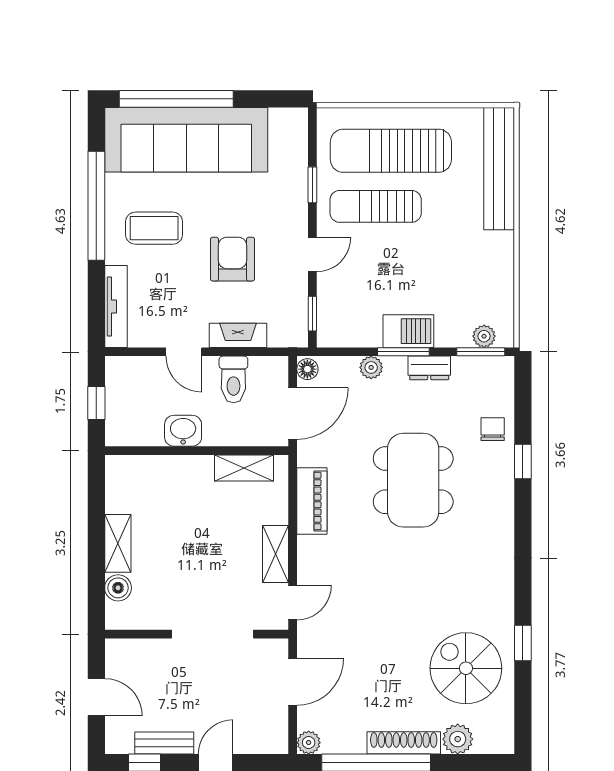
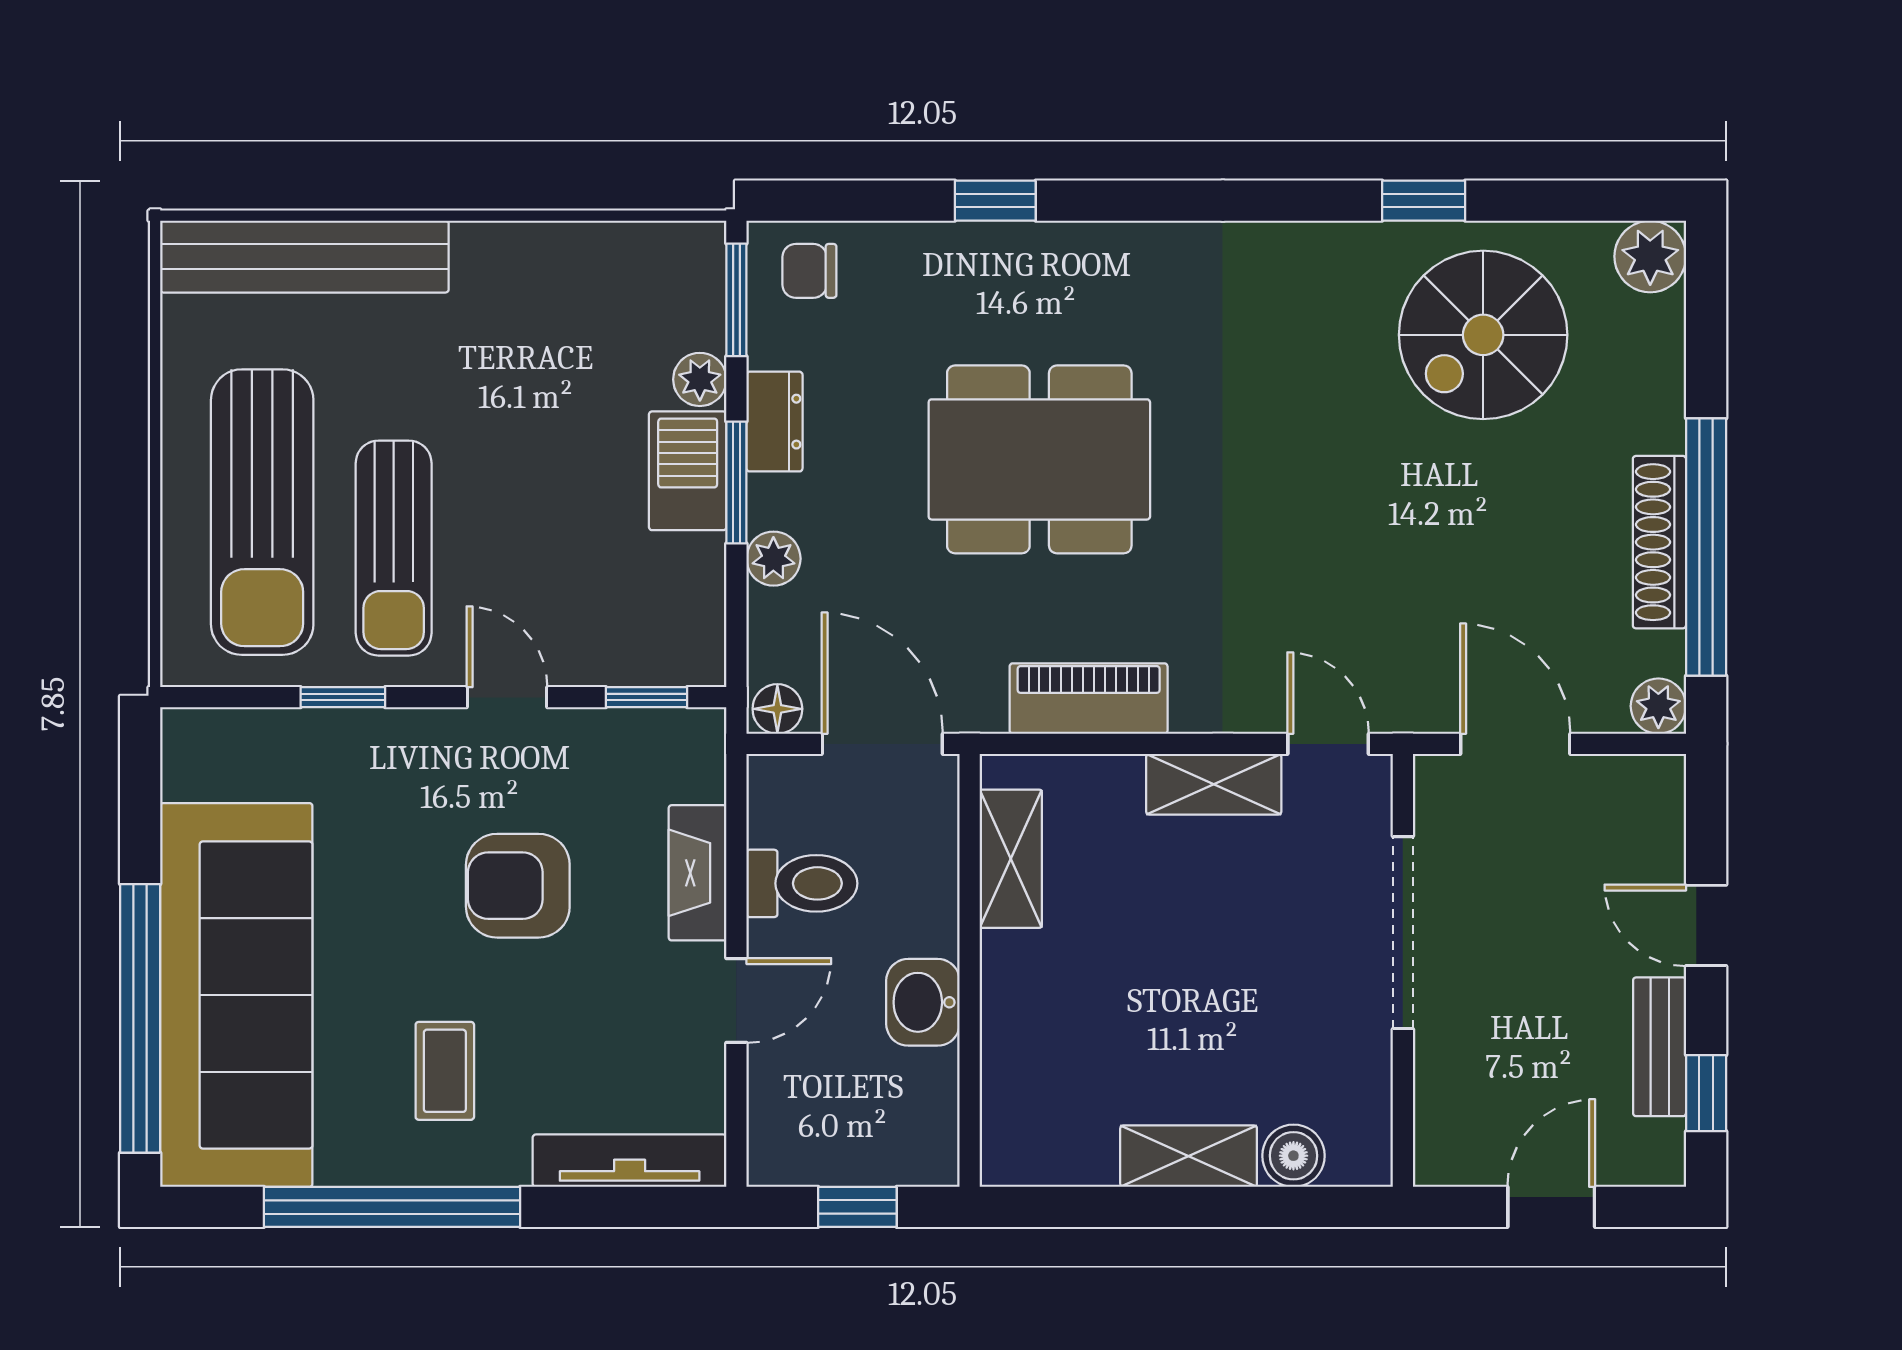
coffee table: (154, 228) -> (445, 1071), width x0.73, depth x0.77
plant: (484, 336) -> (700, 379), moved
chair: (493, 429) -> (809, 271), moved
plant: (458, 739) -> (1650, 256), moved
shoe rack: (404, 743) -> (1659, 542), moved

